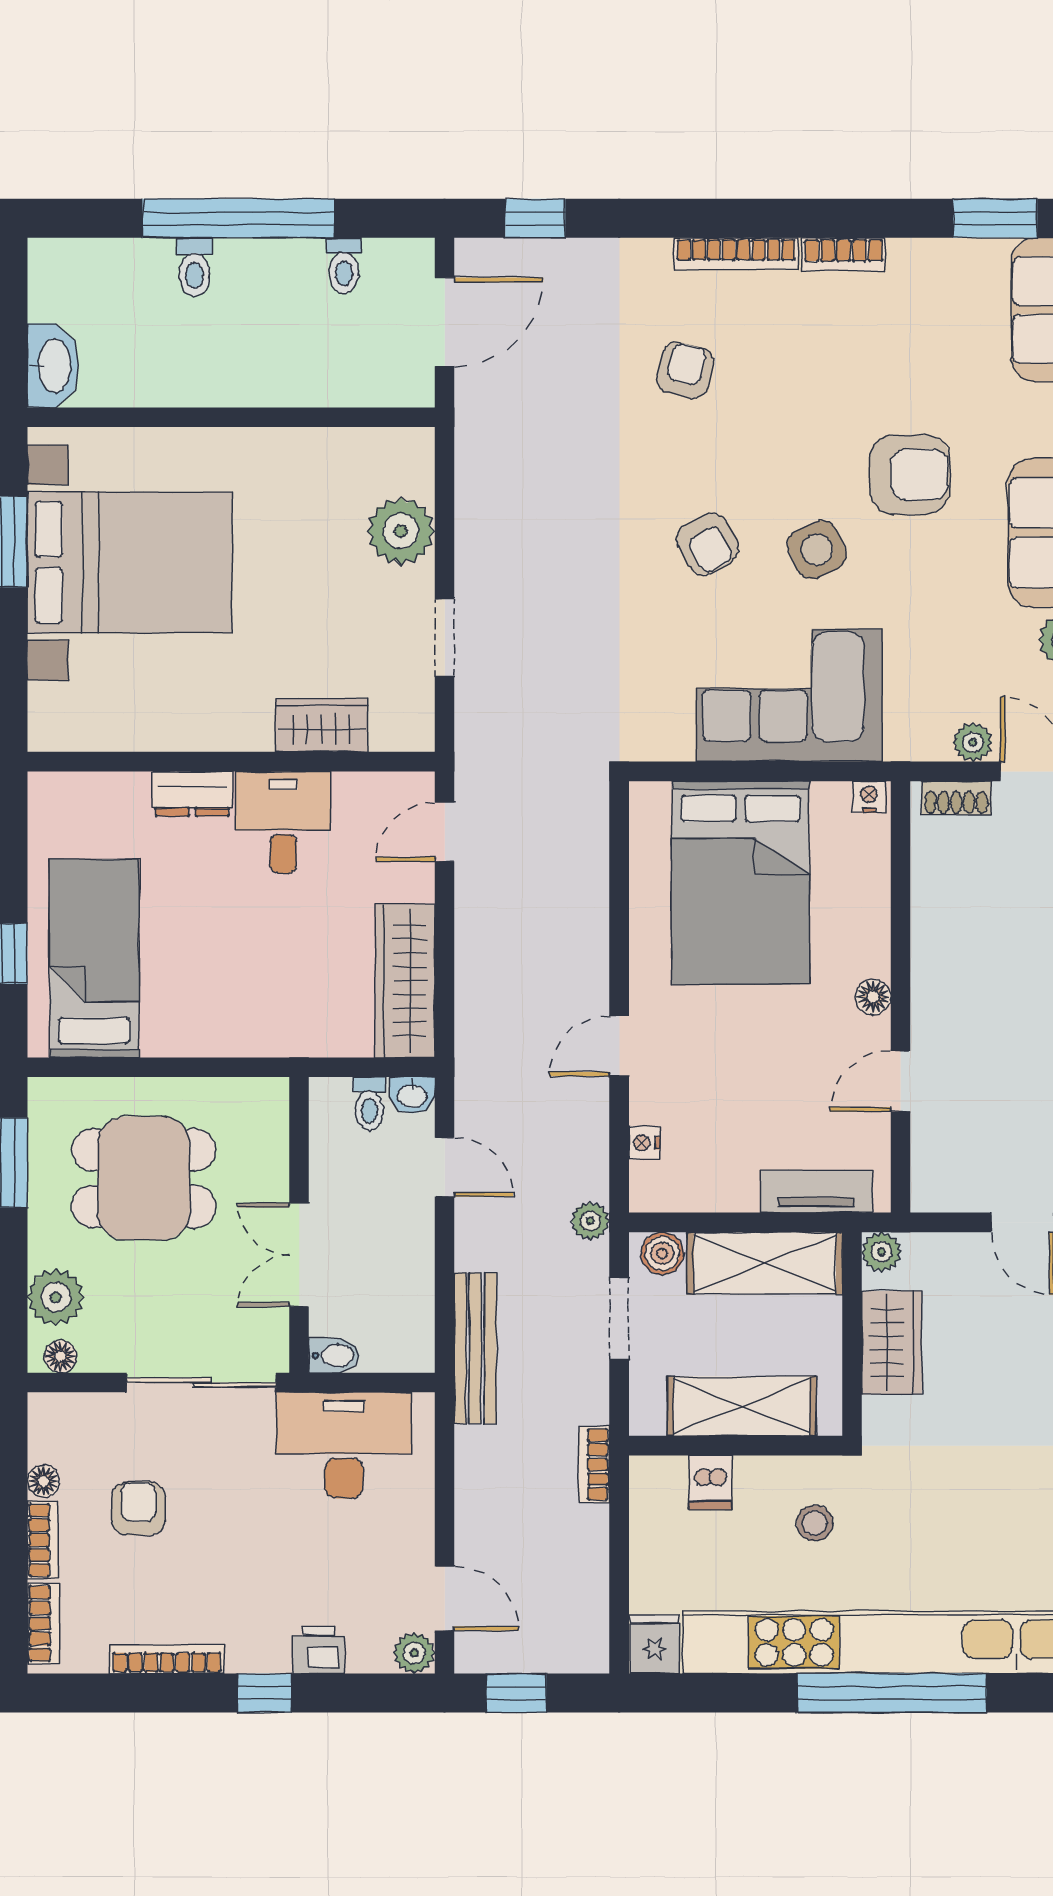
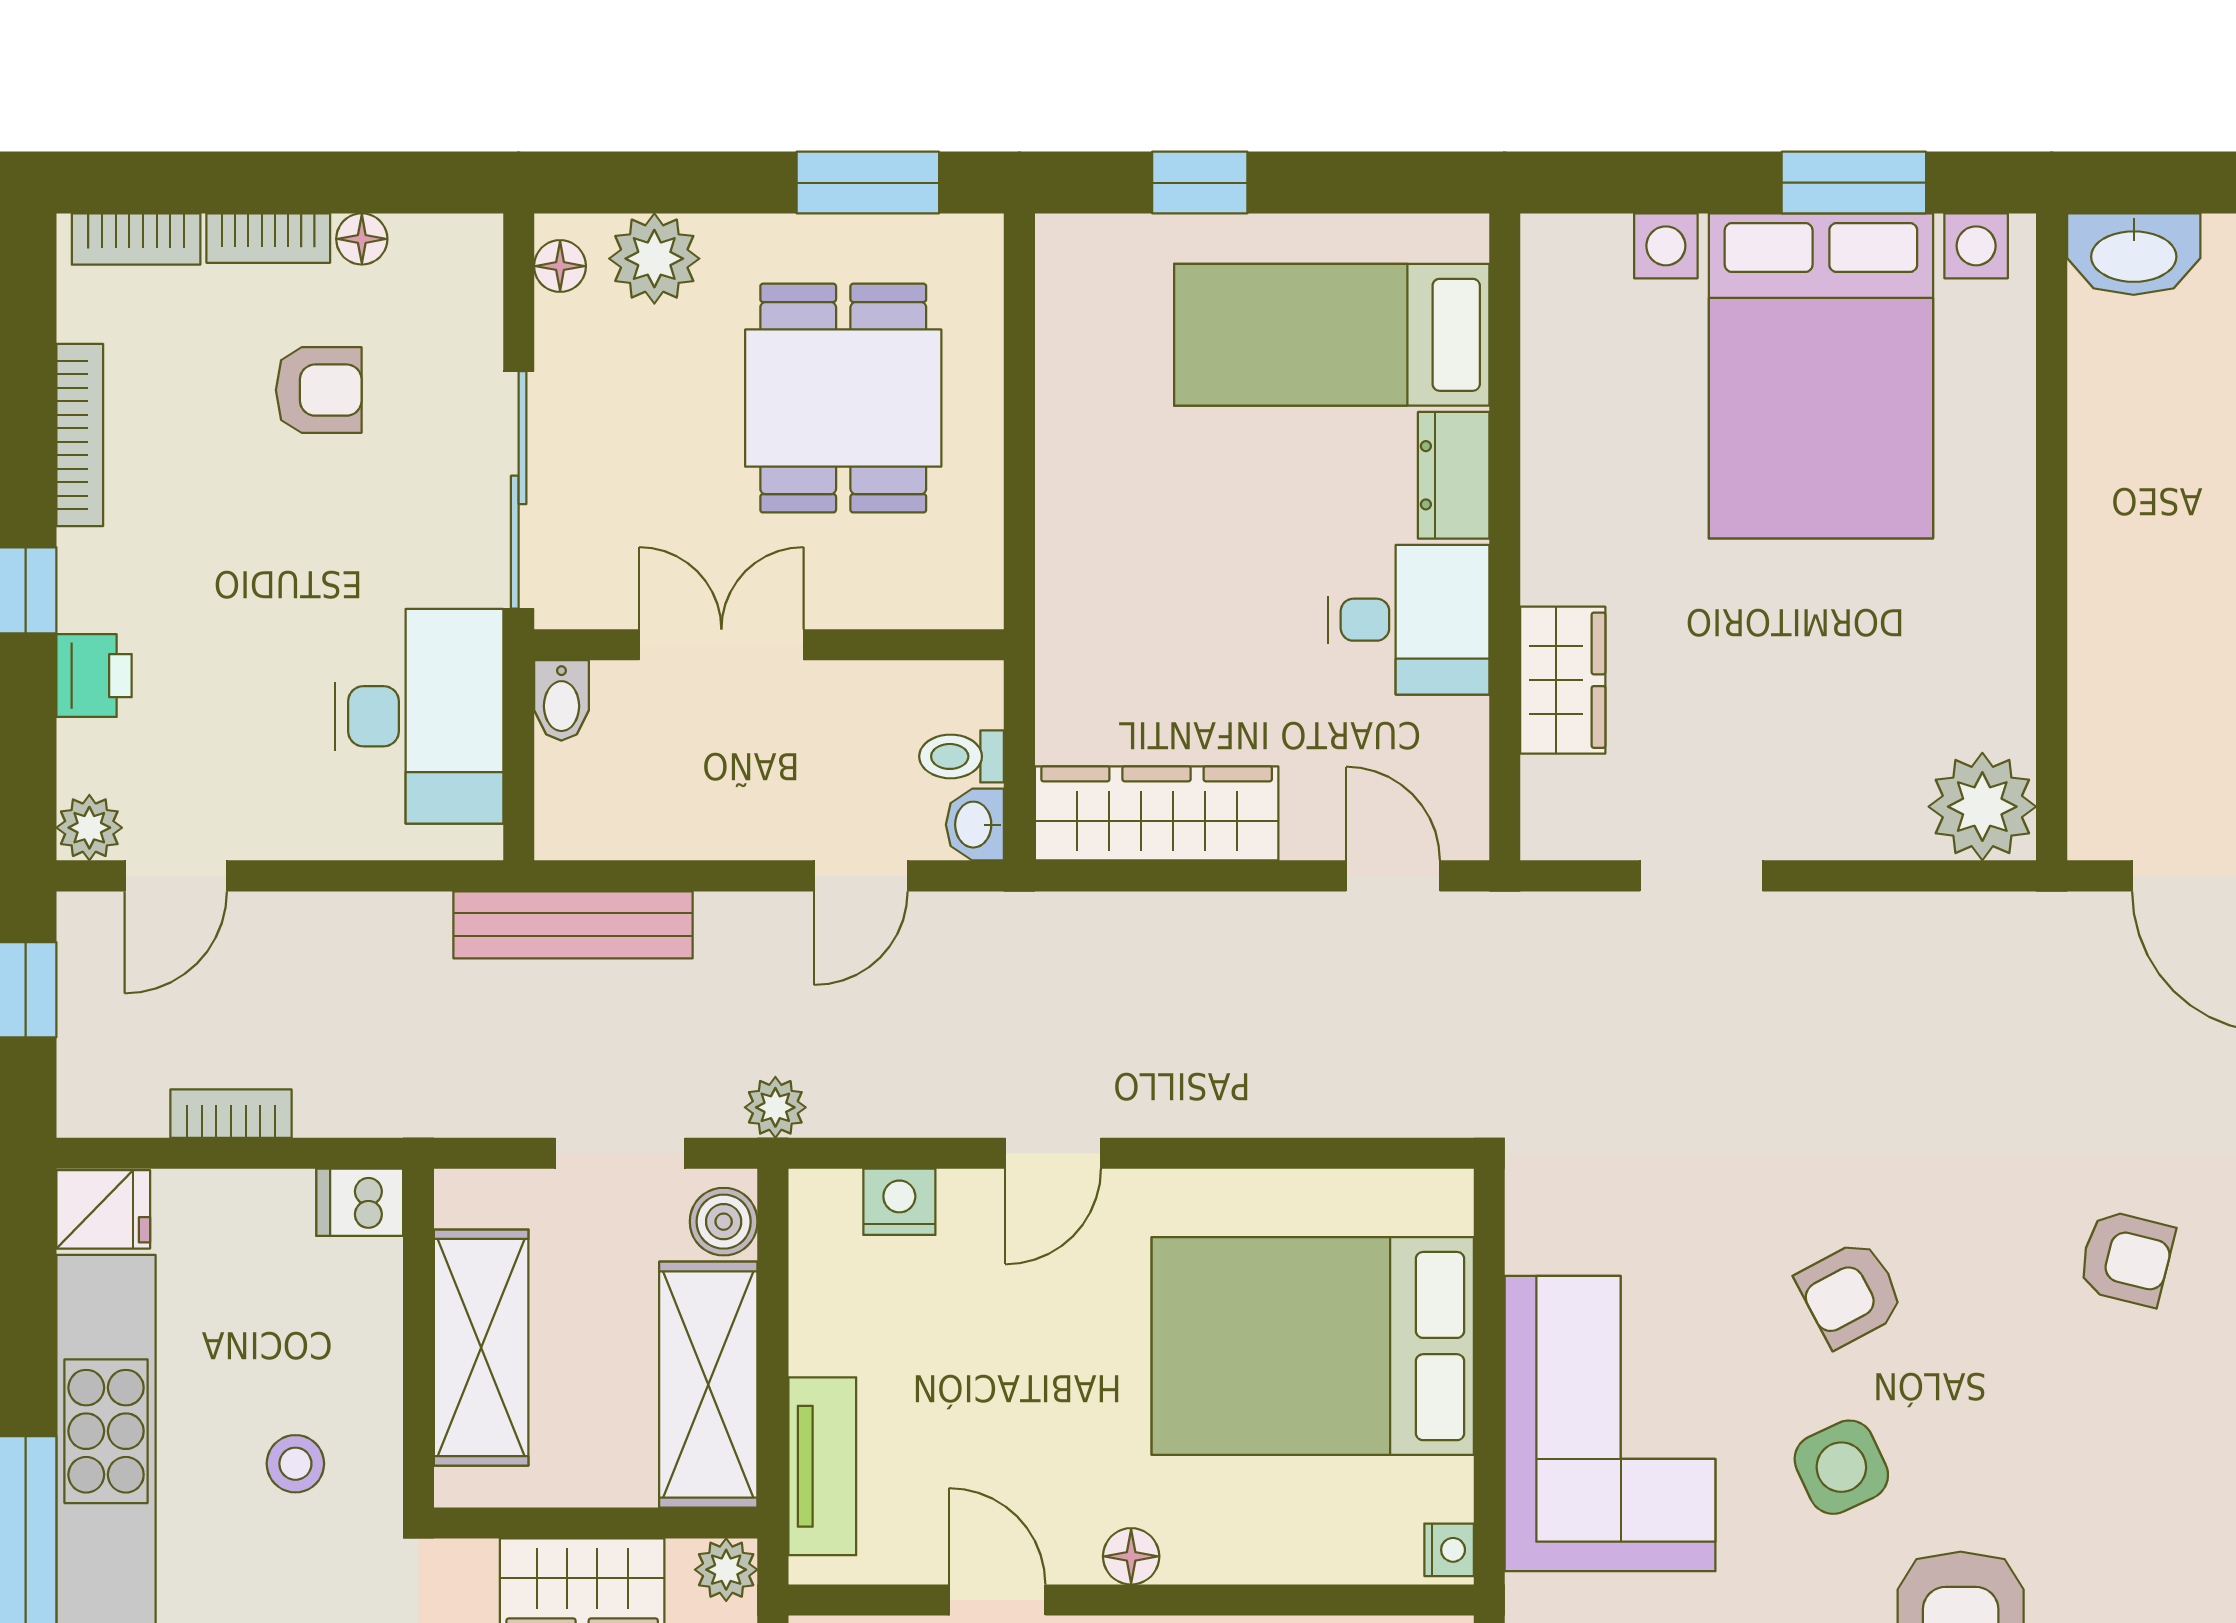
plant: (401, 531) -> (1982, 807), moved
bed: (94, 958) -> (1332, 335), moved, turned 180
door: (619, 1046) -> (1053, 1153), swing flipped
nightstand: (644, 1143) -> (899, 1202), width x1.39, depth x1.35
bookcase: (594, 1464) -> (231, 1114), moved
dishwasher: (710, 1483) -> (360, 1202), moved

